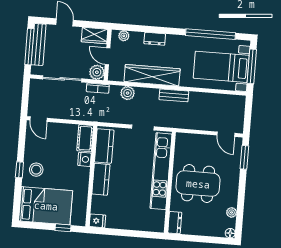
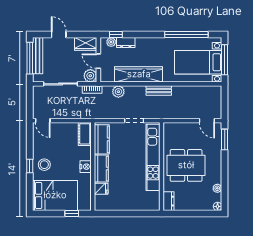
window: (130, 28) -> (116, 35), added
dresser: (155, 39) -> (126, 43), moved
nightstand: (84, 159) -> (86, 167), moved
fridge: (97, 221) -> (101, 189), moved

